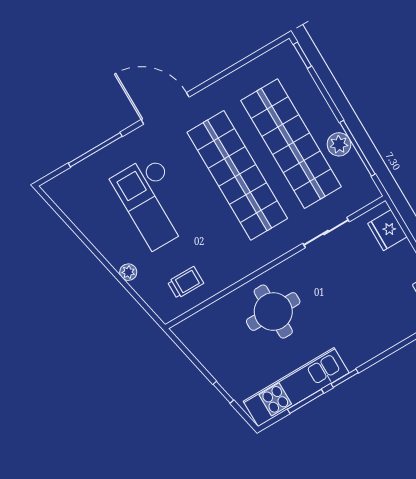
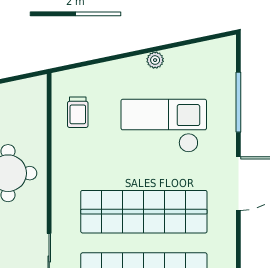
plant: (128, 272) -> (155, 60), moved

